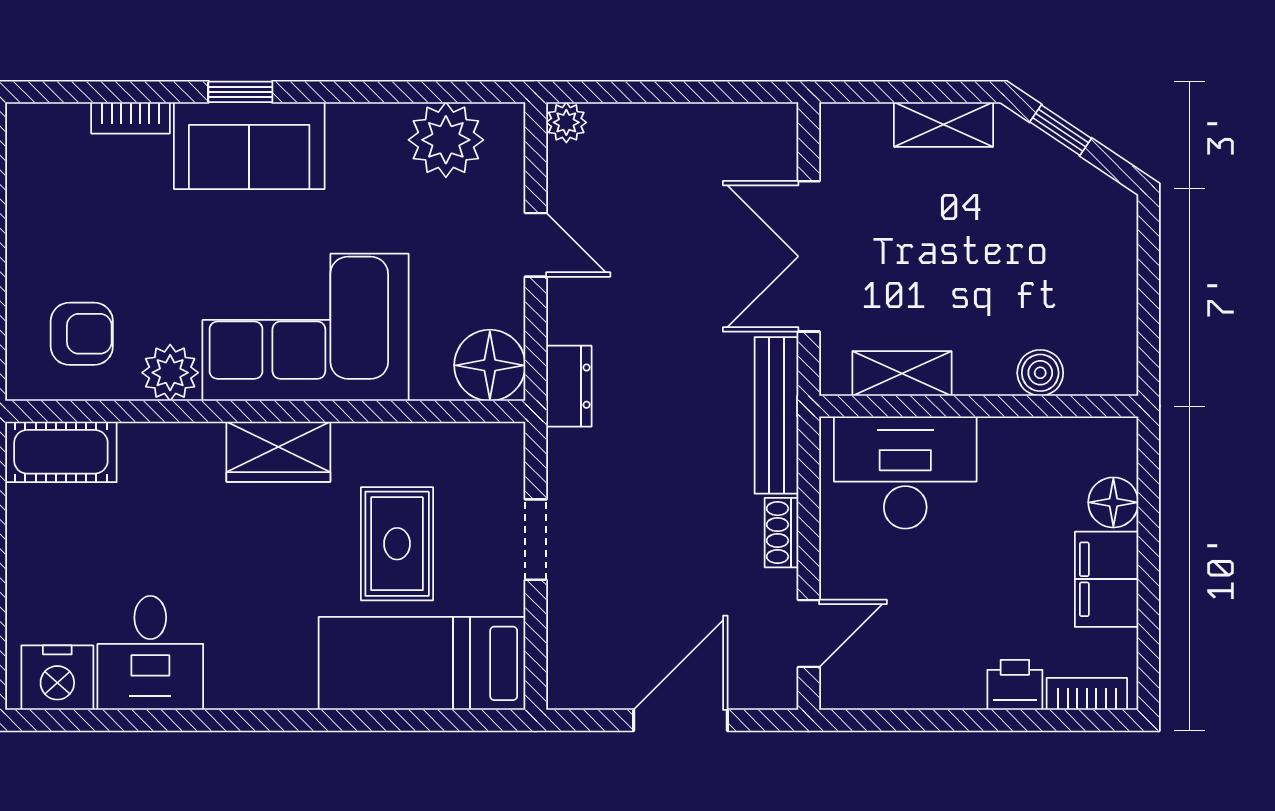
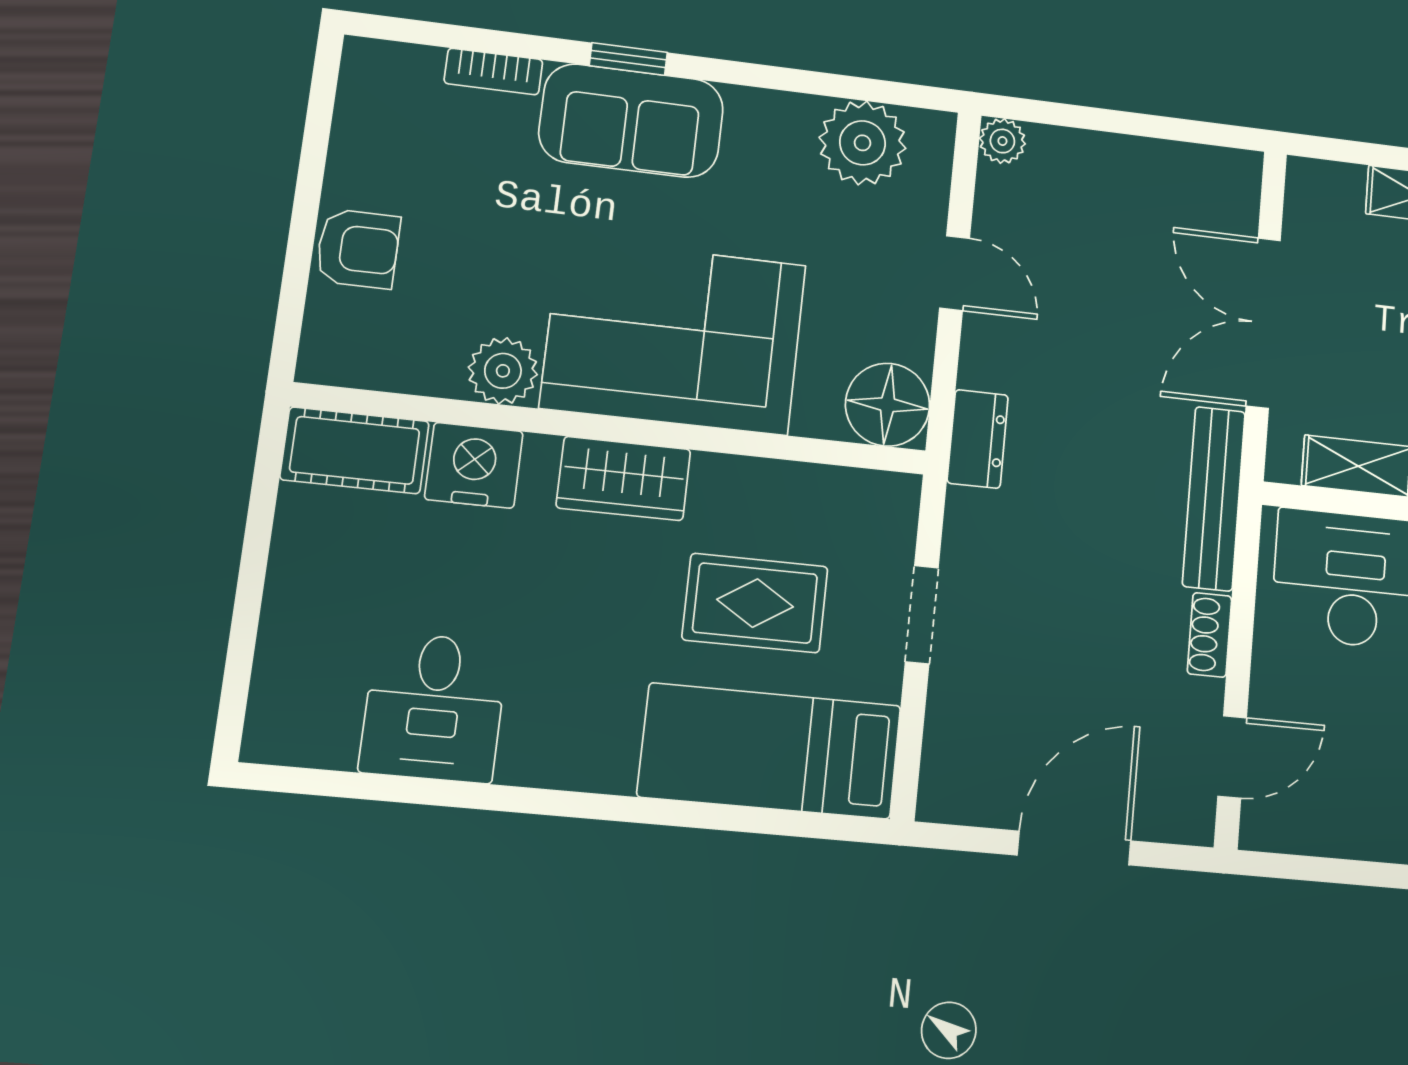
armchair: (82, 334) -> (358, 249), moved
rug: (397, 544) -> (755, 603), turned 90
nightstand: (57, 678) -> (474, 465), moved, turned 180

